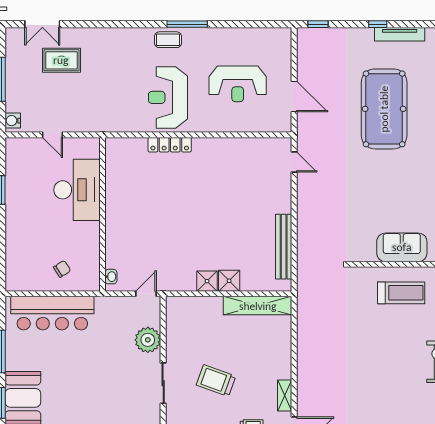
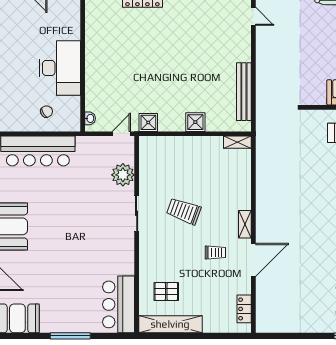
desk: (77, 190) -> (60, 68), moved
shower: (207, 281) -> (148, 122), moved
shelving: (258, 306) -> (237, 142), width x0.45, depth x0.75

